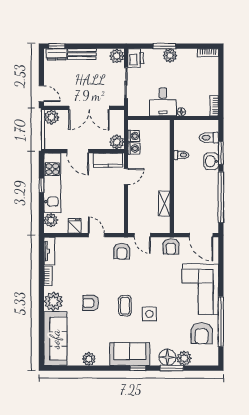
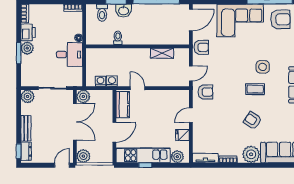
printer: (136, 58) -> (28, 32), moved, turned 90
plant: (117, 142) -> (83, 96), moved
armchair: (91, 303) -> (253, 120), turned 124

